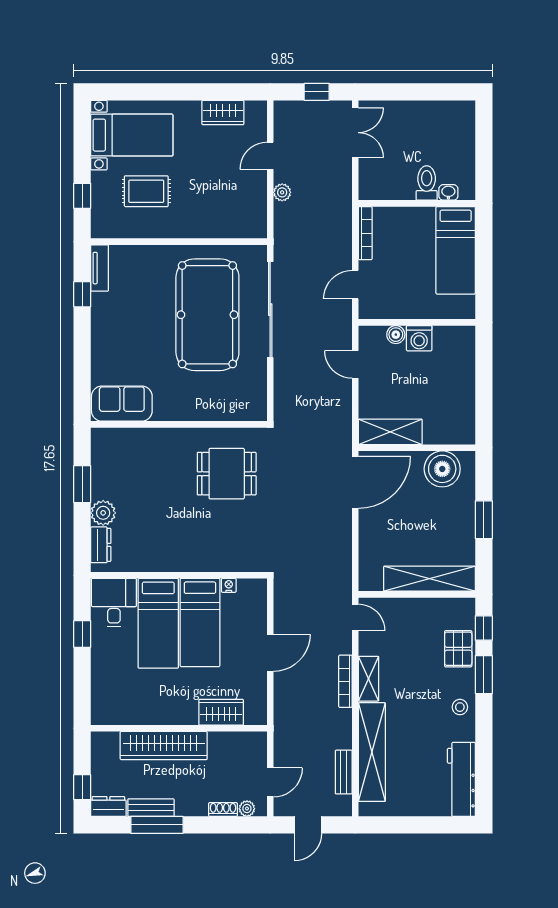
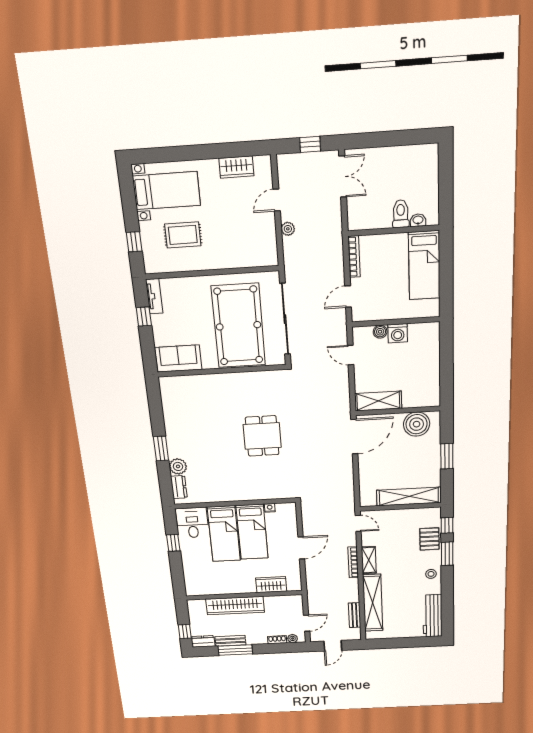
sofa: (122, 404) -> (178, 359), moved
wall: (179, 424) -> (222, 371), moved
dining table: (227, 474) -> (262, 436), turned 90

